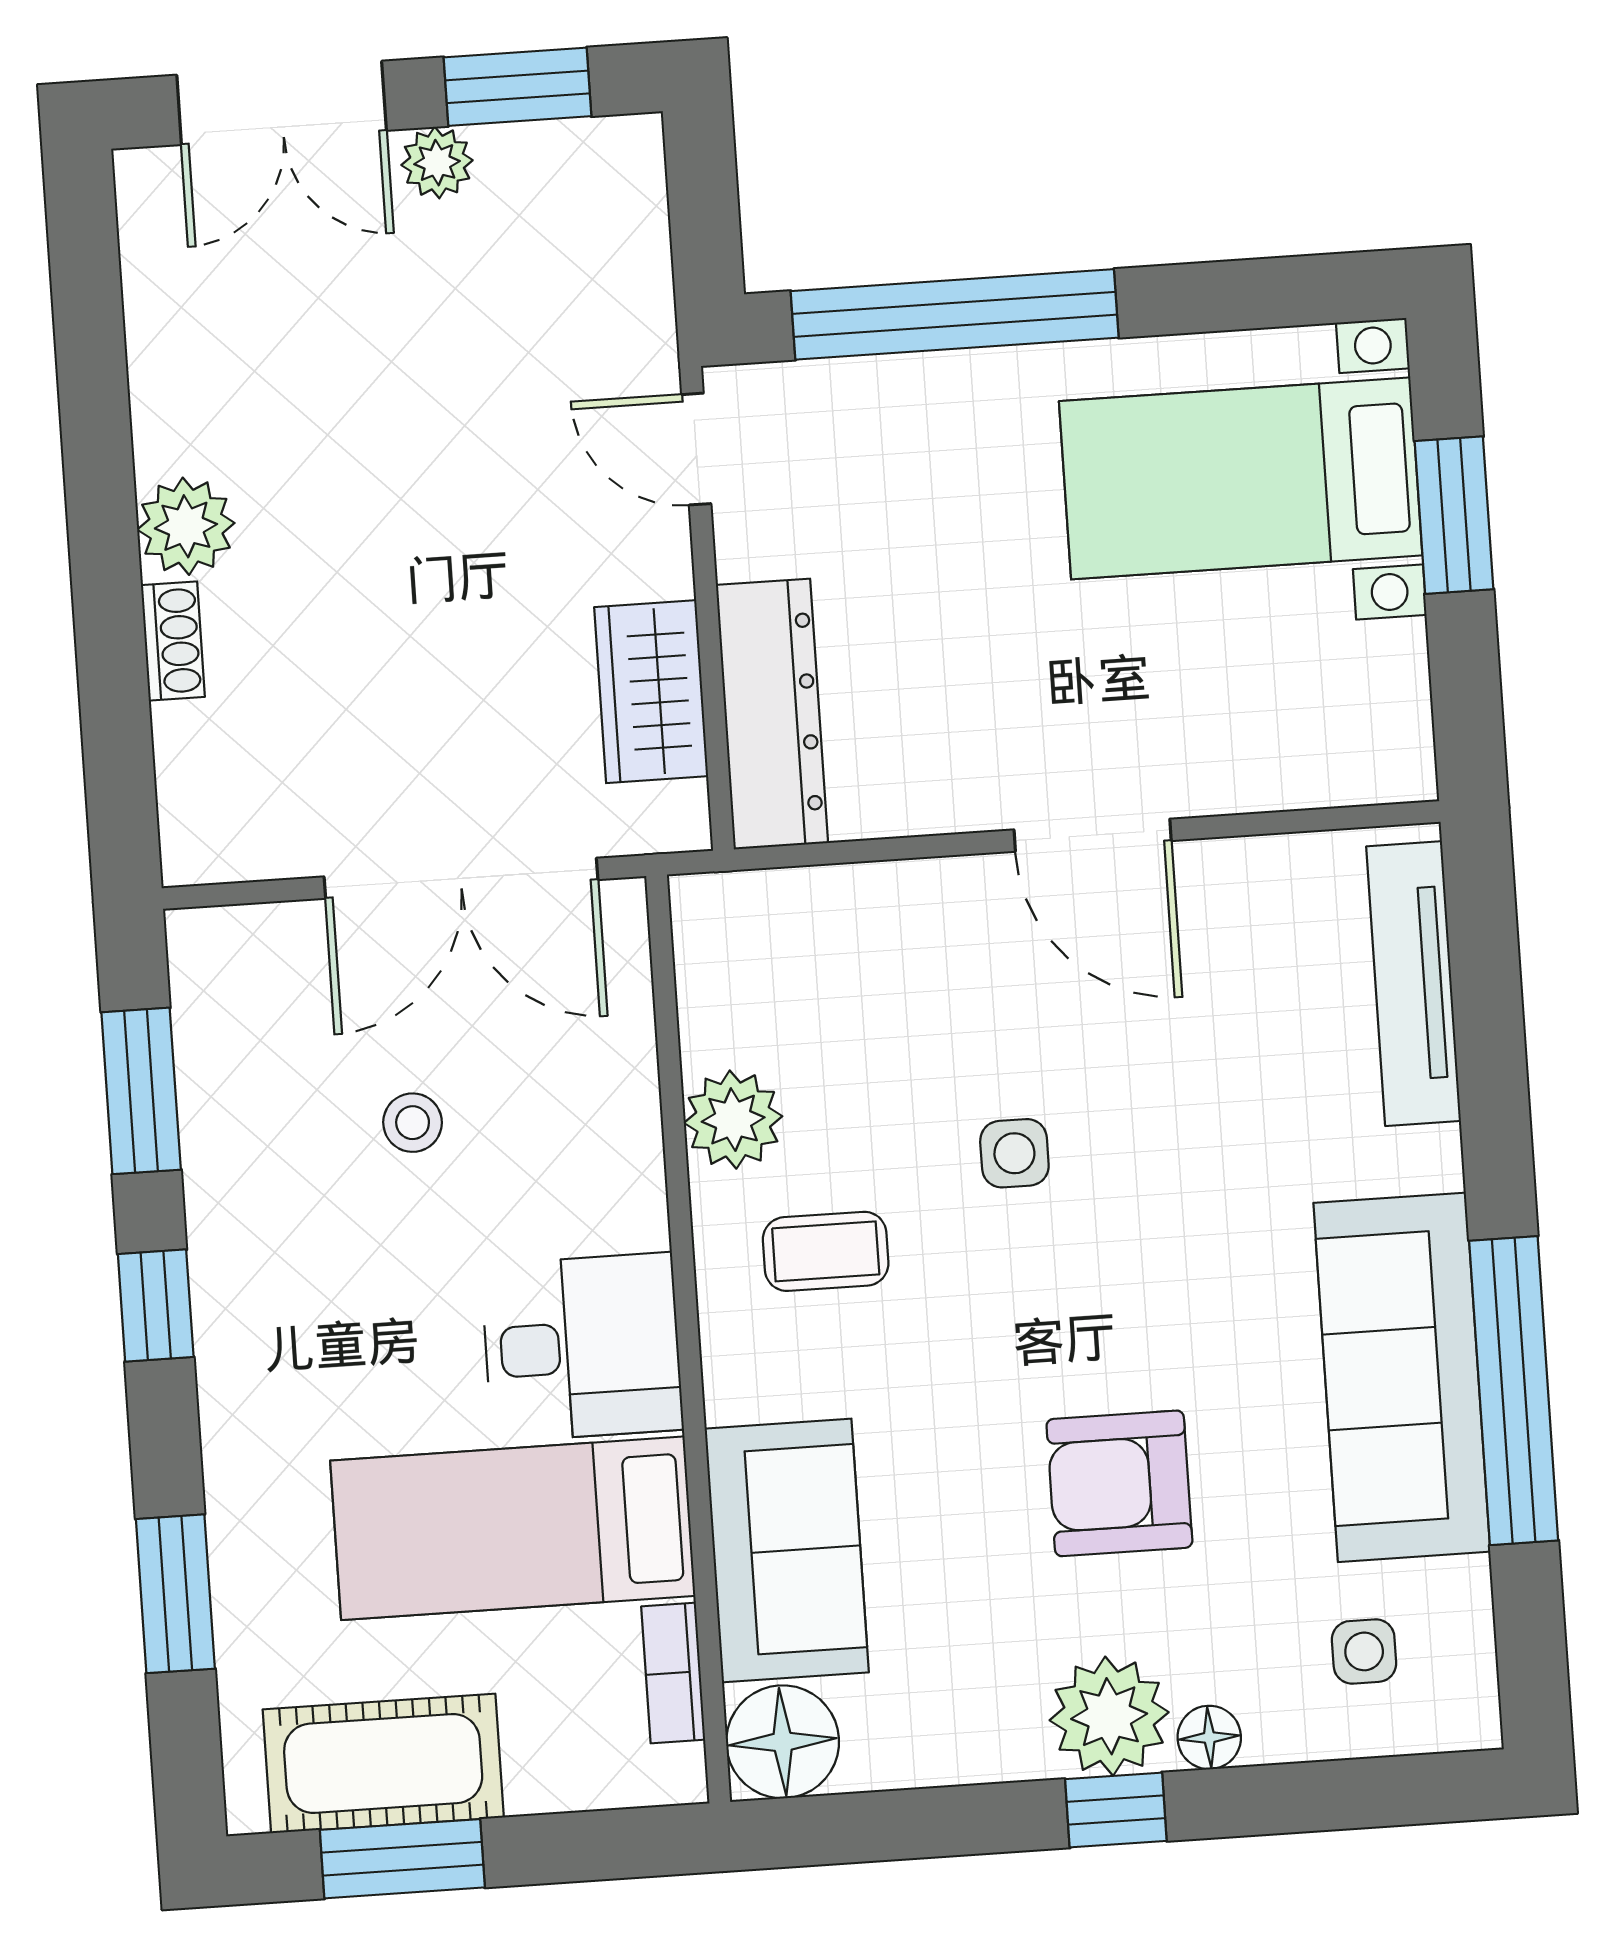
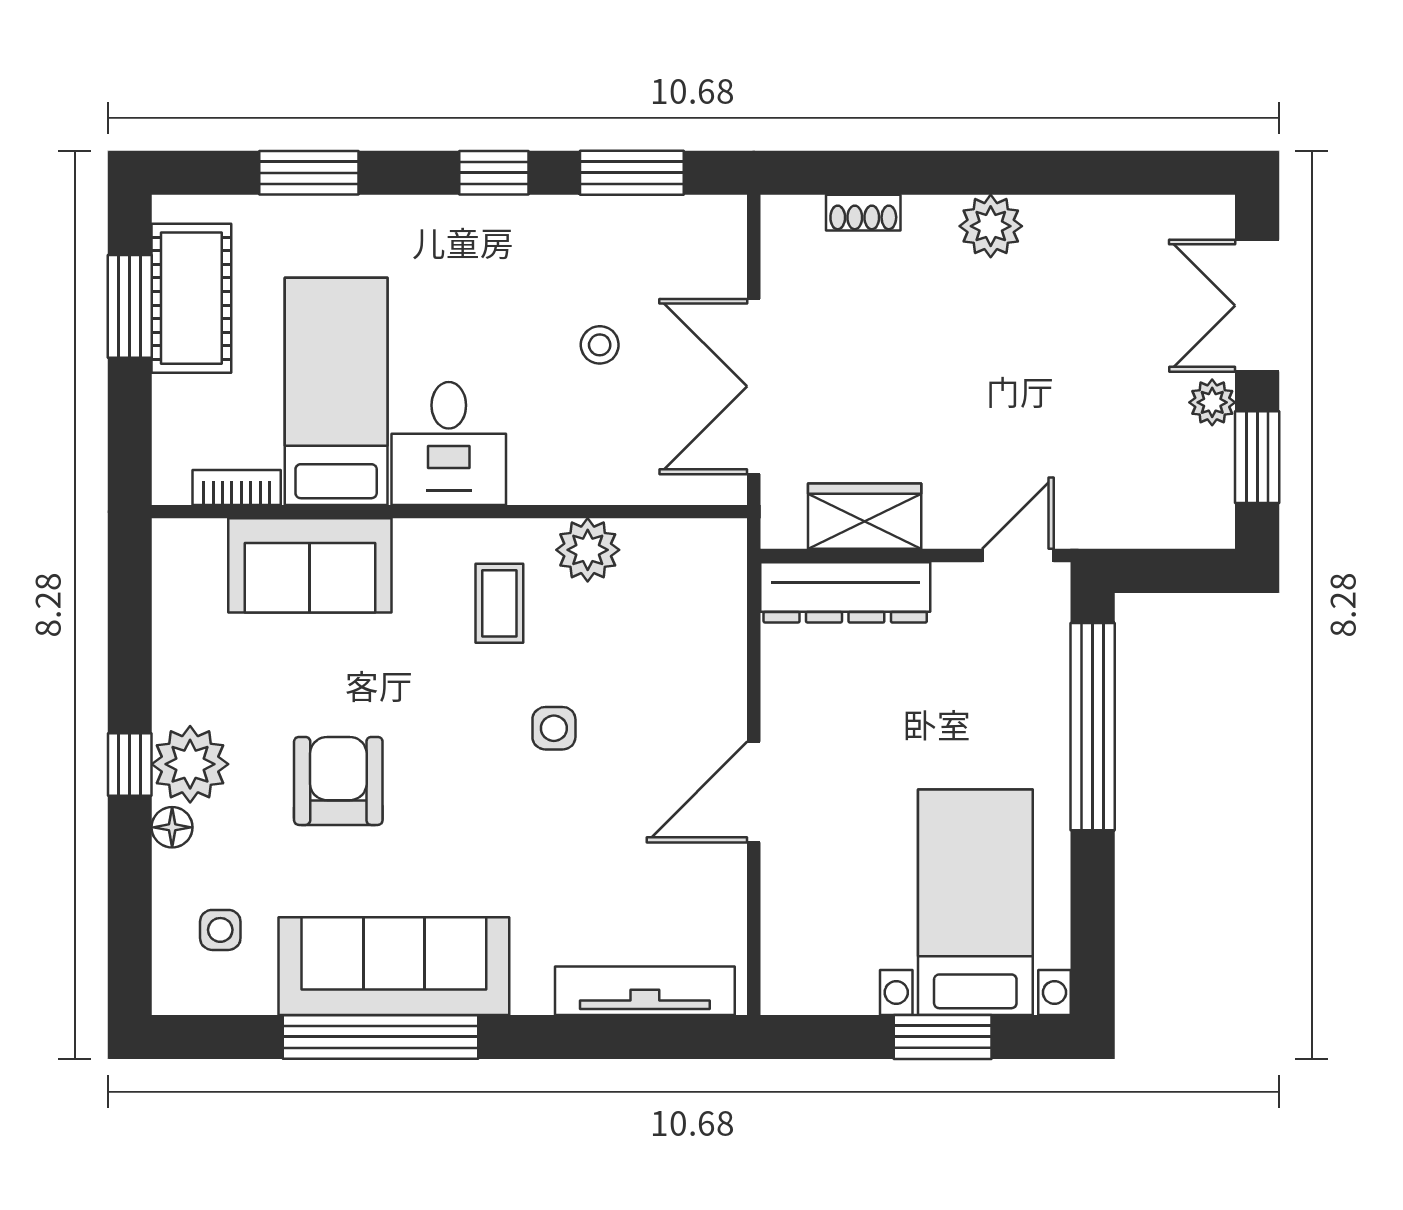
shoe rack: (173, 641) -> (863, 213), moved
floor lamp: (783, 1742) -> (188, 554), removed

